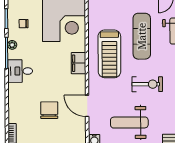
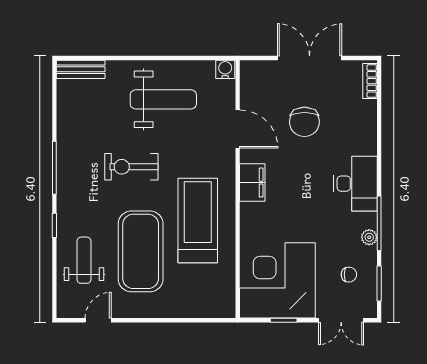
exercise mat: (142, 36) -> (141, 251), width x1.47
filing cabinet: (79, 63) -> (252, 183), moved
desk: (20, 71) -> (355, 184), width x1.37

